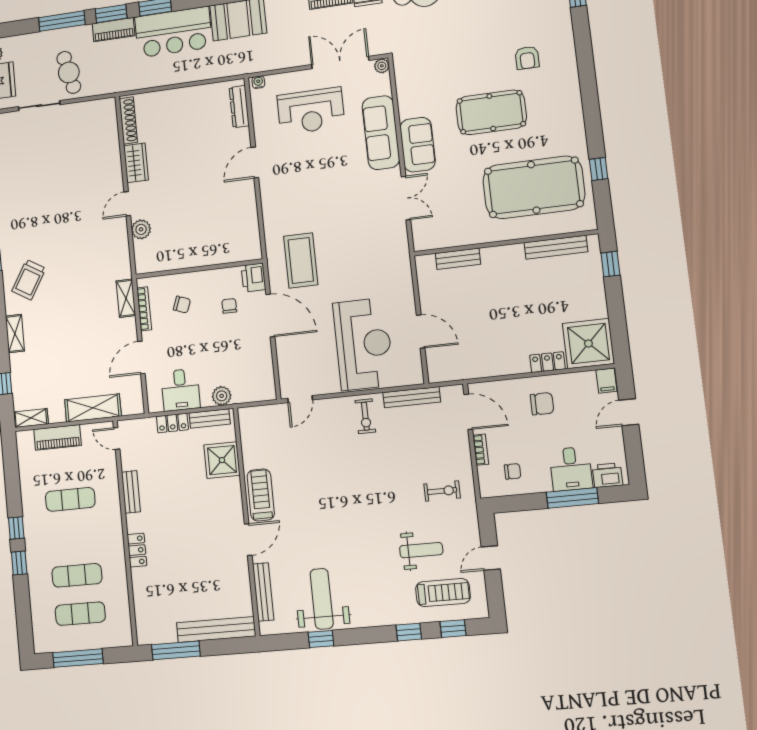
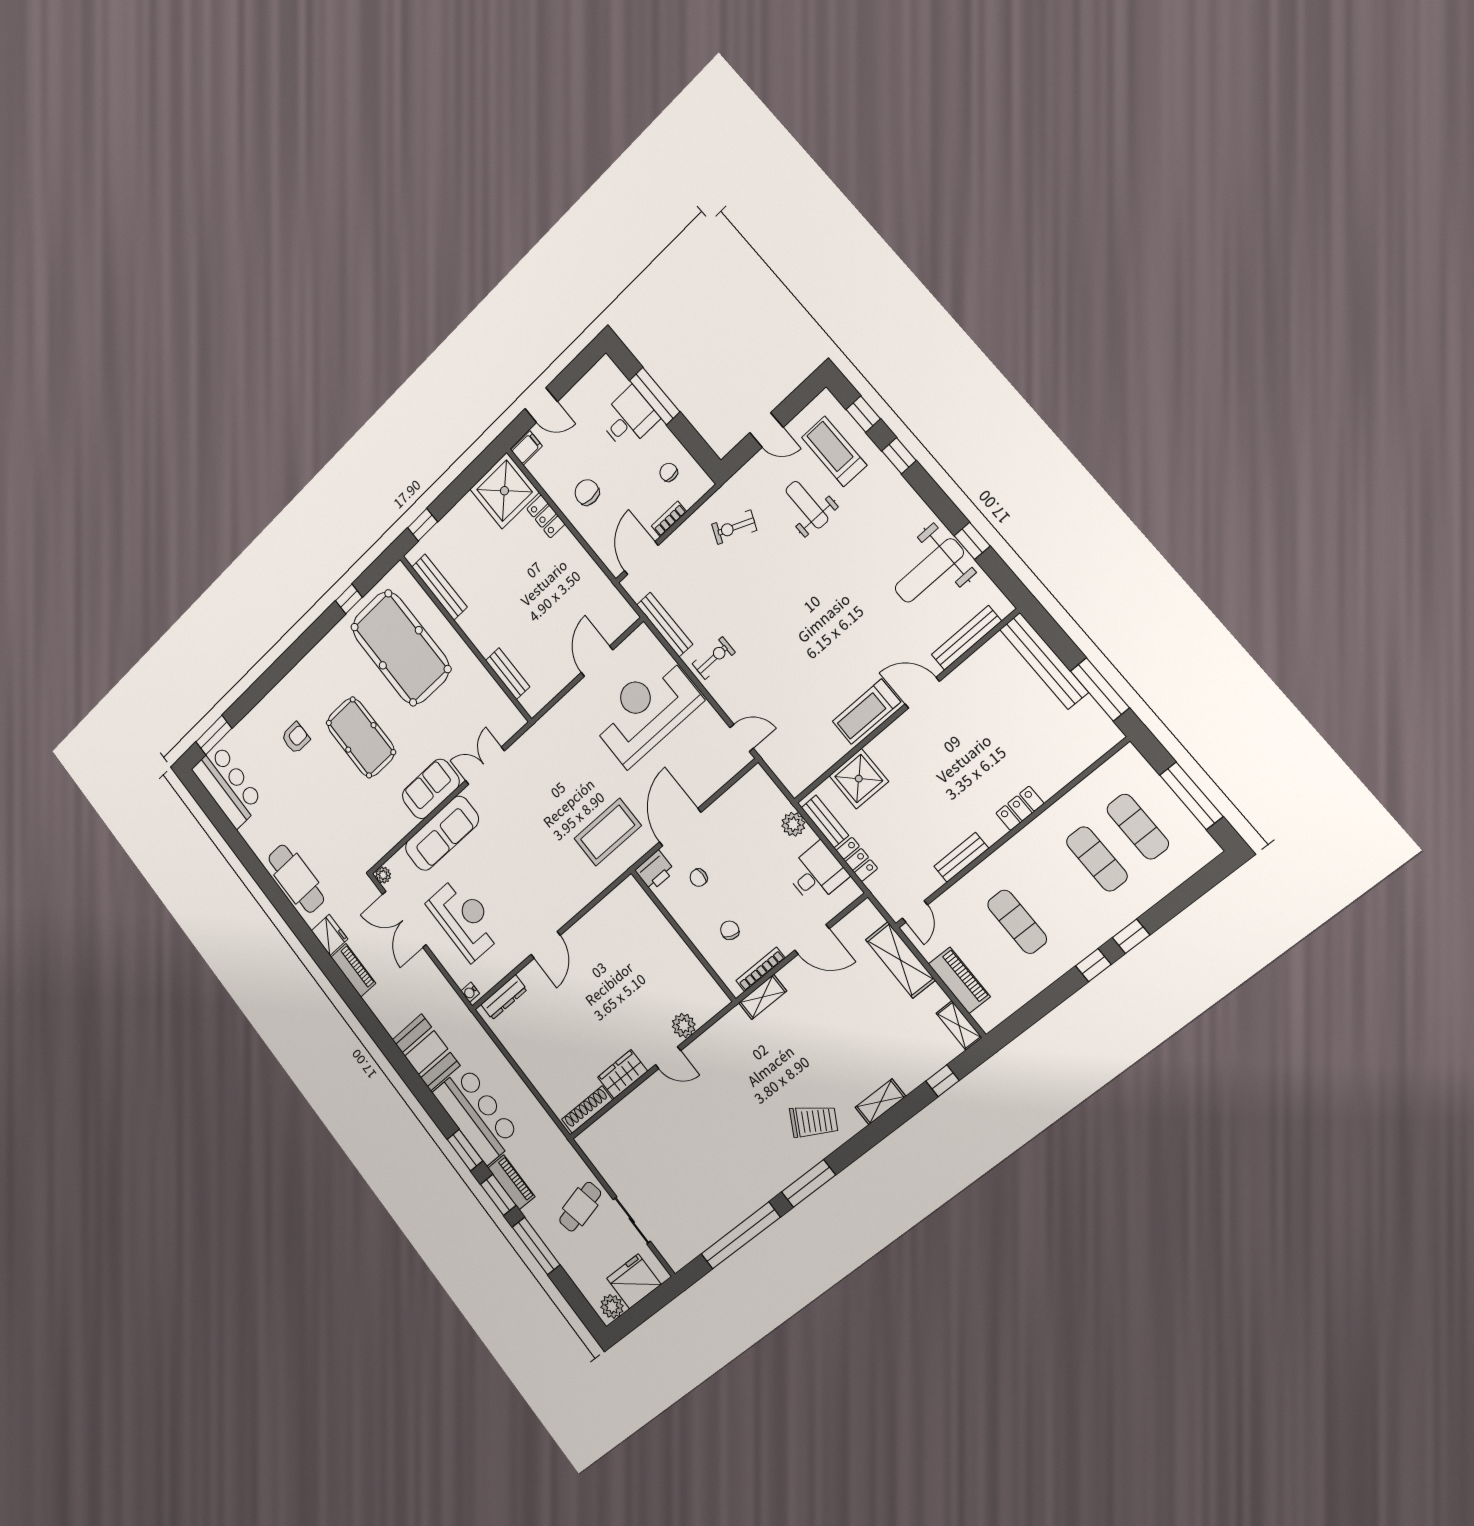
door: (255, 162) -> (546, 945), hinge flipped
printer: (607, 475) -> (611, 380), removed
exercise bike: (442, 491) -> (734, 527), turned -67

